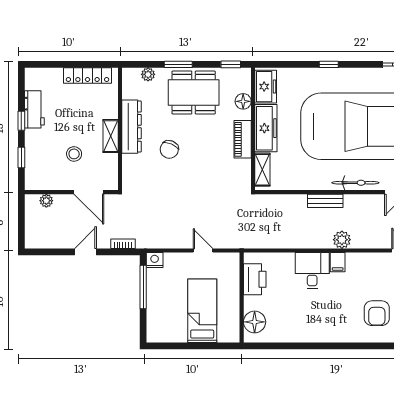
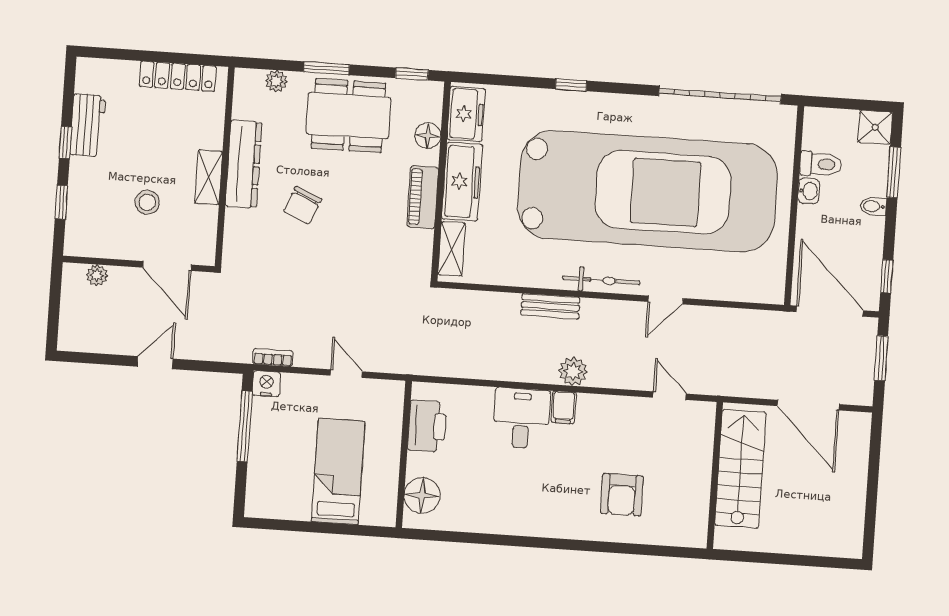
bookcase: (123, 244) -> (273, 357), moved

